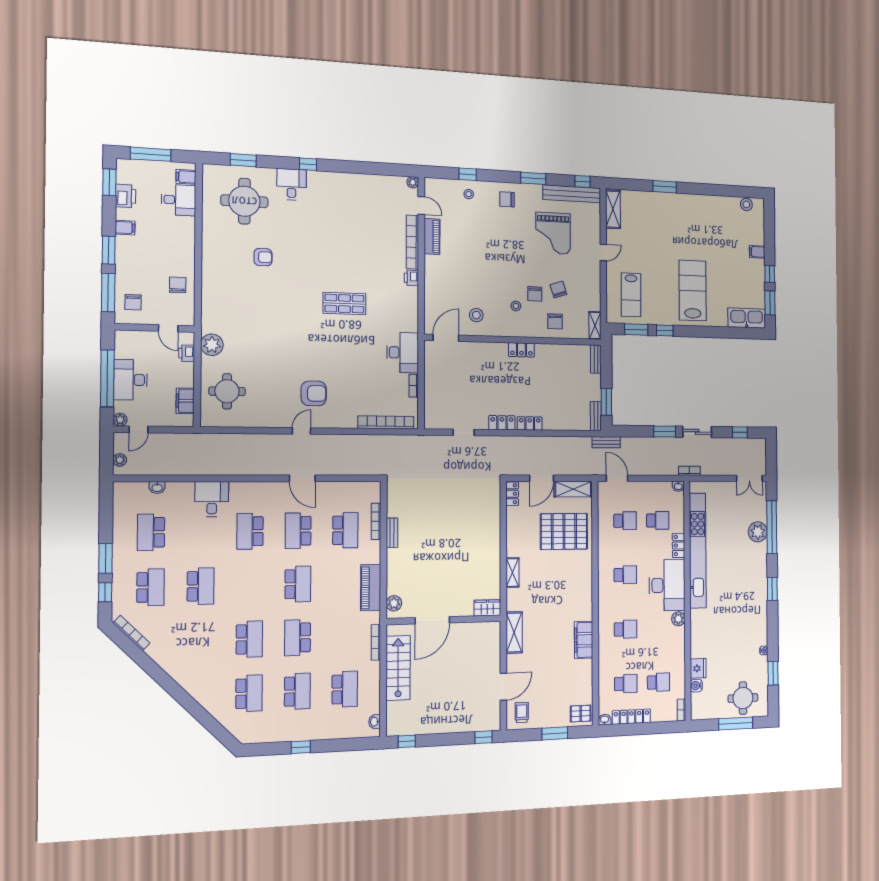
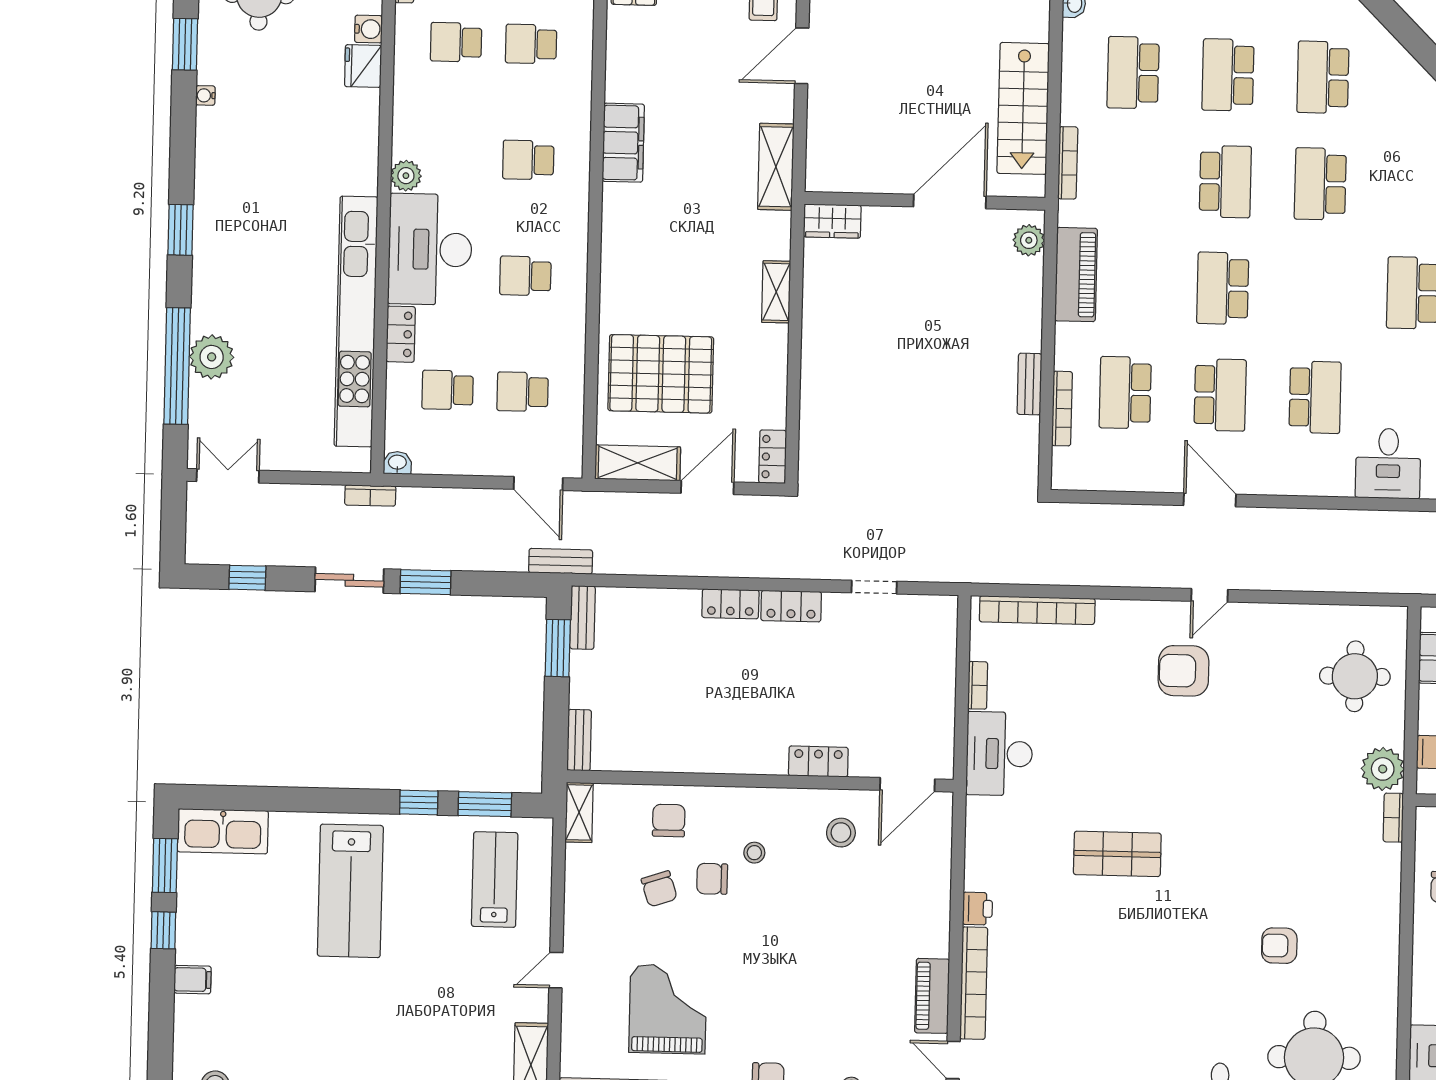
chair: (535, 294) -> (712, 879), turned -90
bookcase: (206, 320) -> (1393, 818), added
locker: (521, 350) -> (818, 762), moved

